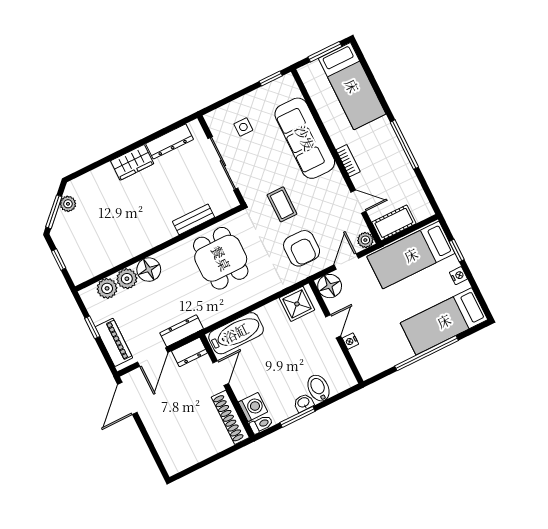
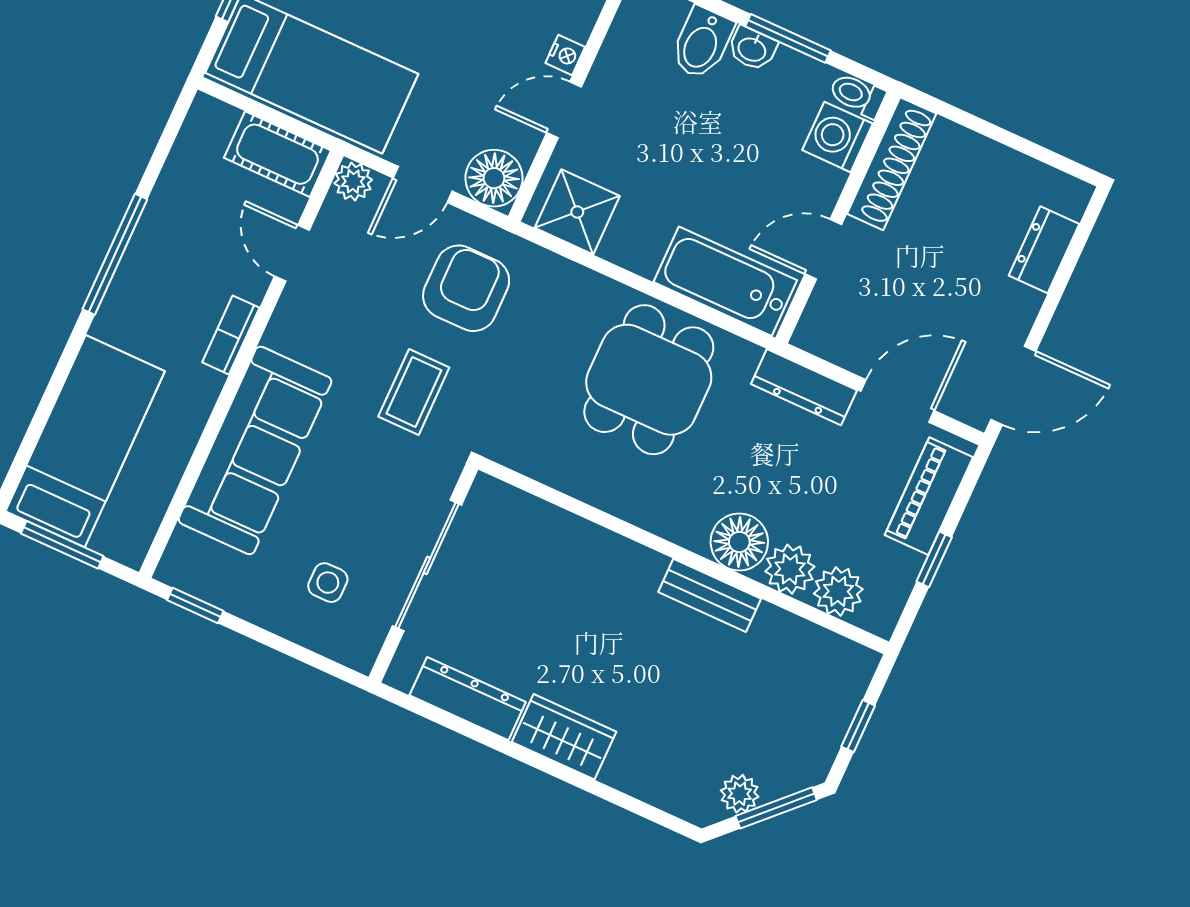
bench: (194, 219) -> (710, 595), moved
dining table: (221, 258) -> (649, 380), moved
dresser: (190, 352) -> (1044, 250), moved, turned -90

